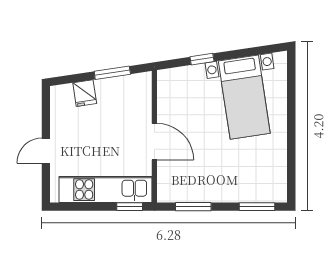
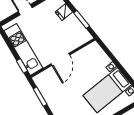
window: (202, 59) -> (114, 59), removed

